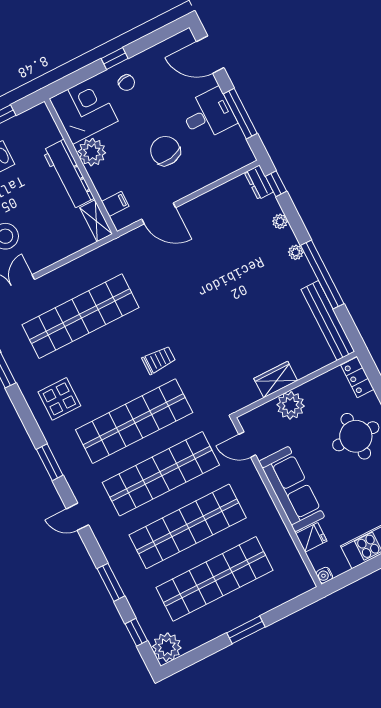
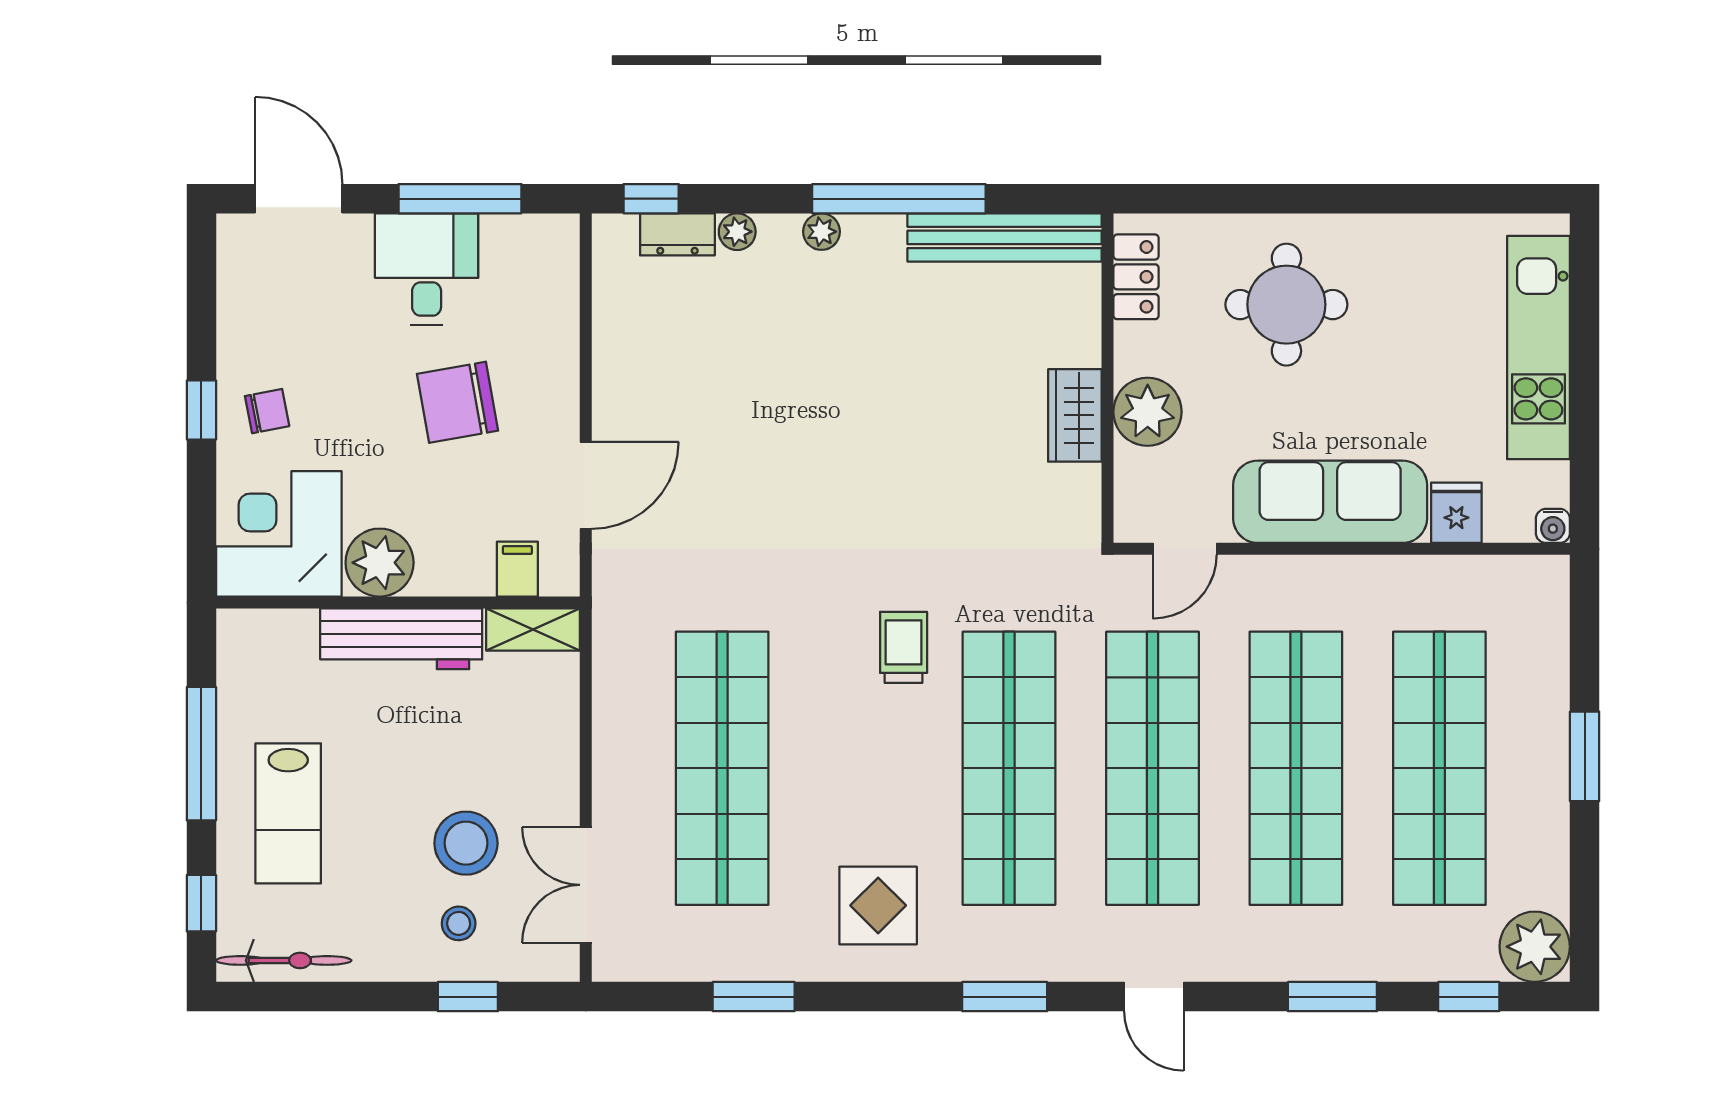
door: (210, 55) -> (299, 199), swing flipped
dresser: (259, 182) -> (677, 234), moved
locker: (357, 377) -> (1136, 277), moved, turned -90
door: (78, 517) -> (1154, 997), hinge flipped

